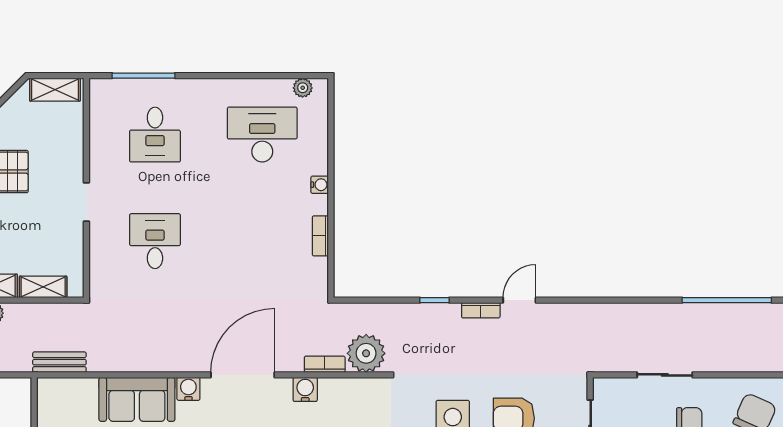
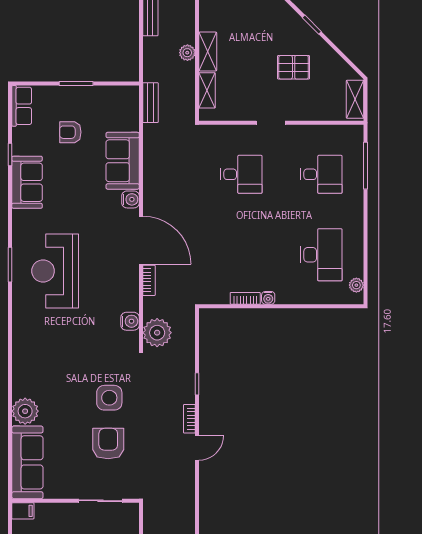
desk: (155, 135) -> (321, 174), turned 180
water cooler: (320, 185) -> (268, 298), moved
door: (519, 300) -> (197, 448), hinge flipped
bookcase: (325, 364) -> (149, 280), moved
water cooler: (305, 389) -> (130, 321), moved

